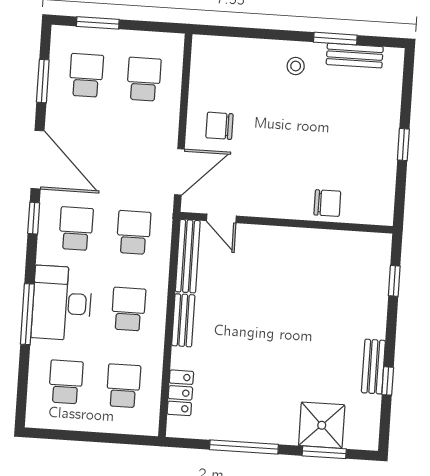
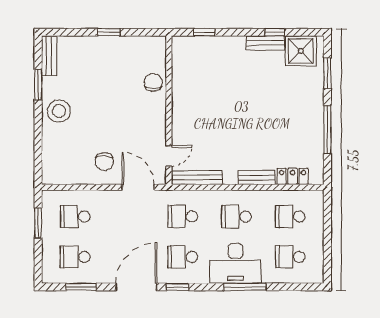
window: (98, 23) -> (38, 223), moved
bench: (355, 56) -> (49, 56), moved
stool: (296, 66) -> (59, 111), width x1.89, depth x1.89
bench: (183, 320) -> (257, 178), moved
shower: (322, 425) -> (301, 51), moved

